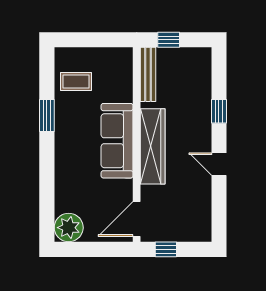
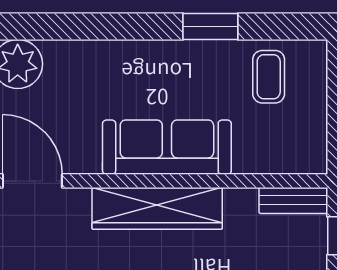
bench: (148, 74) -> (293, 200), width x0.73

